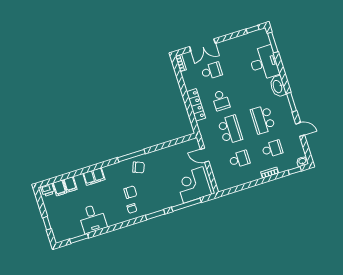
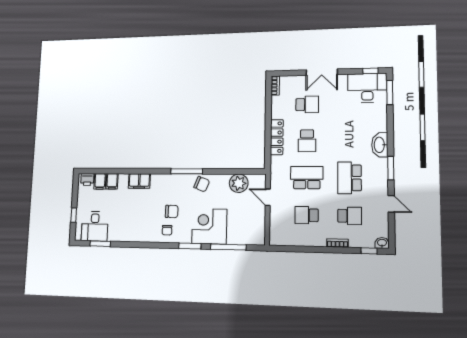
double door: (202, 45) -> (322, 72), moved
desk: (264, 63) -> (367, 88), moved, turned -90
school desk: (230, 130) -> (307, 178), turned -90
plant: (178, 152) -> (239, 183), added
school desk: (239, 159) -> (307, 215), turned 180
chair: (138, 167) -> (202, 184), moved
corner desk: (193, 185) -> (209, 226), moved
desk: (93, 219) -> (95, 226), moved

